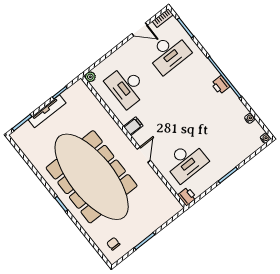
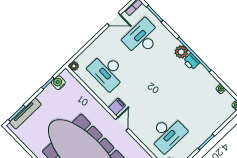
desk: (169, 53) -> (142, 38), turned 180
plant: (210, 73) -> (181, 52), added
water cooler: (71, 94) -> (58, 83), added
tv unit: (47, 111) -> (25, 113), moved
door: (144, 155) -> (122, 124), moved

